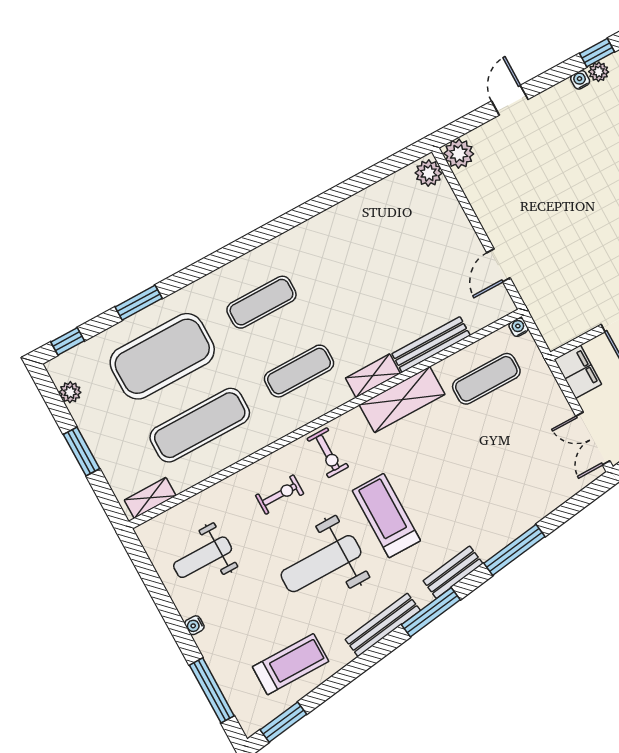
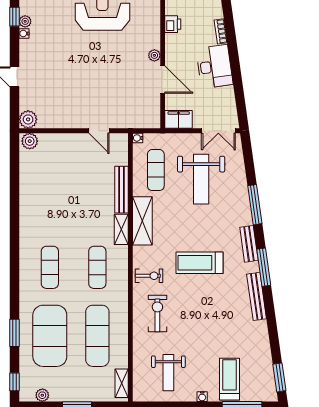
exercise bike: (280, 495) -> (157, 313), width x1.38, depth x1.39
weight bench: (321, 564) -> (201, 179), moved
treadmill: (291, 664) -> (230, 379), moved

